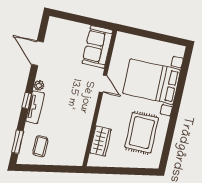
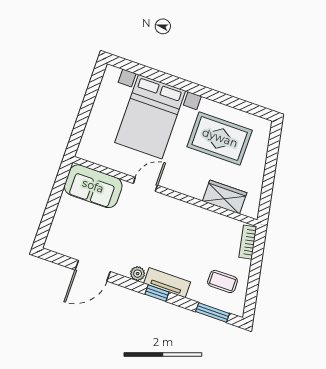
bookcase: (70, 161) -> (248, 242), added

